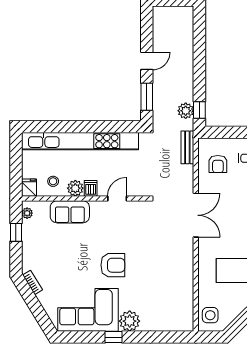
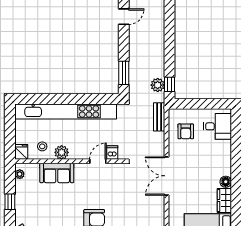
door: (147, 61) -> (124, 17), moved
dishwasher: (91, 188) -> (112, 153), moved
double door: (196, 215) -> (166, 176), swing flipped
window: (16, 232) -> (10, 202), moved

